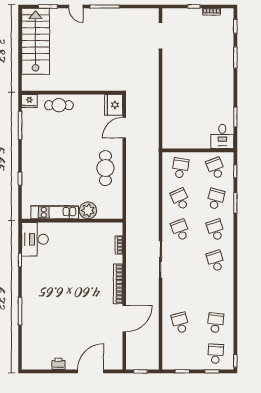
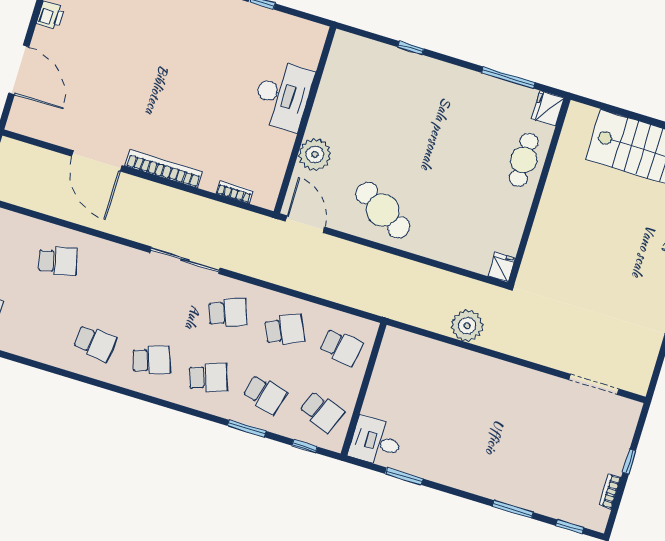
fridge: (114, 105) -> (502, 267), width x0.53, depth x0.75
plant: (150, 108) -> (467, 326), added
door: (124, 128) -> (305, 224), moved
cafe table: (105, 168) -> (383, 210), turned 30
school desk: (216, 168) -> (321, 412), turned 42
kitchen unit: (55, 212) -> (330, 93), removed
desk: (35, 239) -> (283, 95), moved, turned 90
school desk: (216, 323) -> (95, 343), moved

